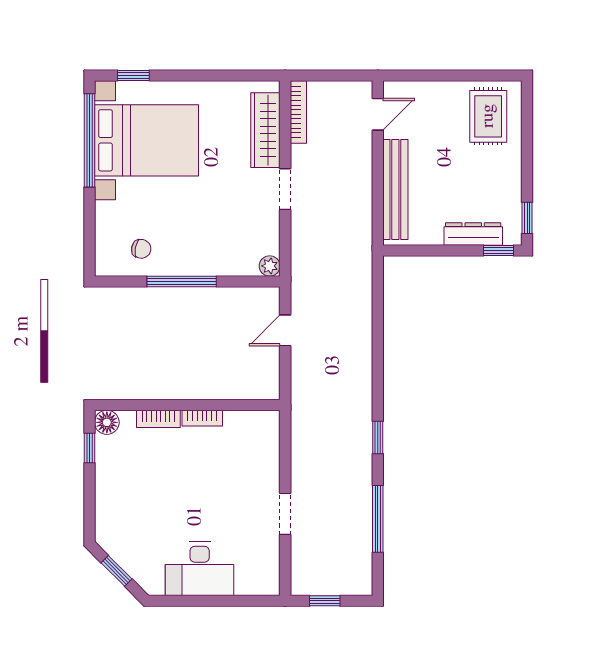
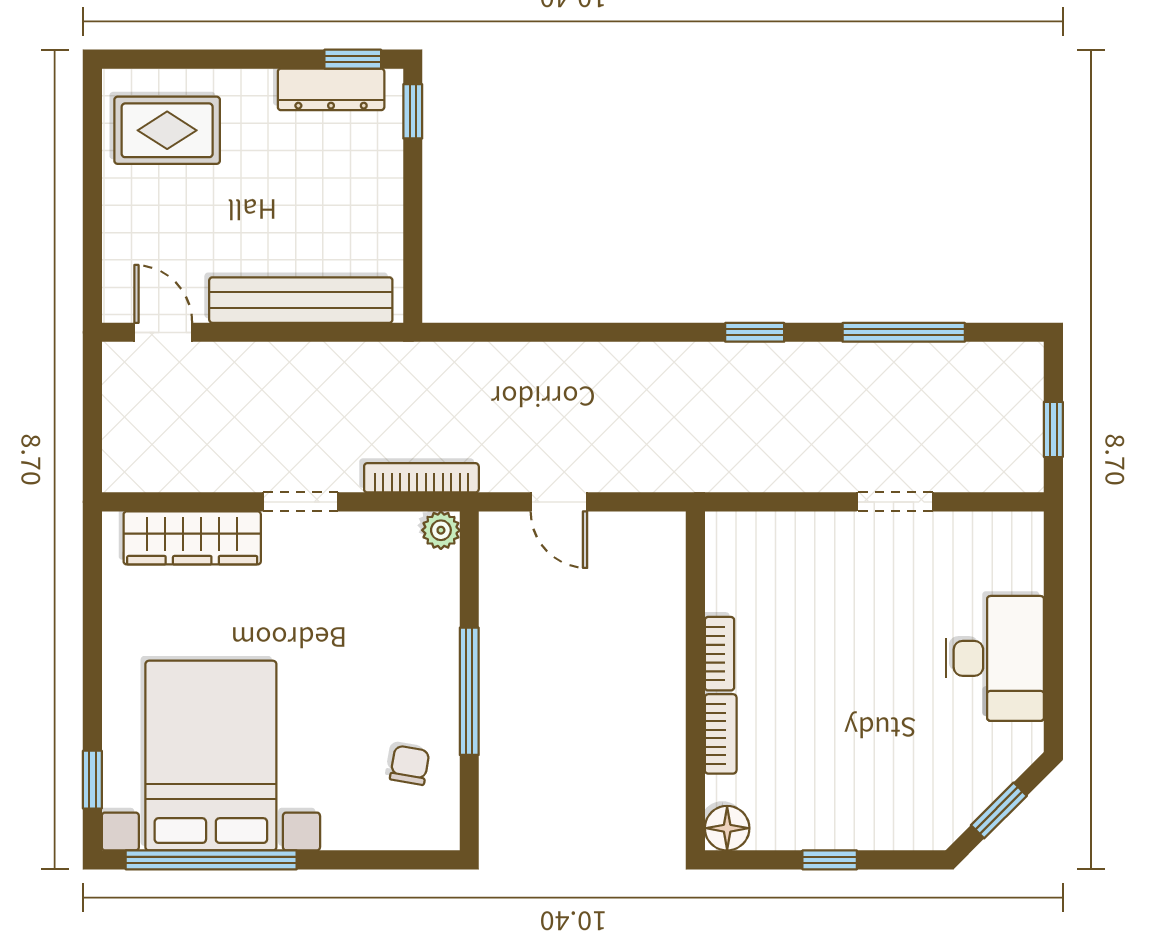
bookcase: (298, 112) -> (421, 478), moved
dresser: (473, 234) -> (331, 89), moved, turned -90
window: (89, 448) -> (830, 860), moved

